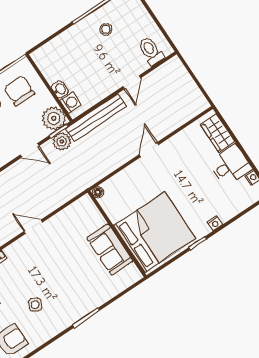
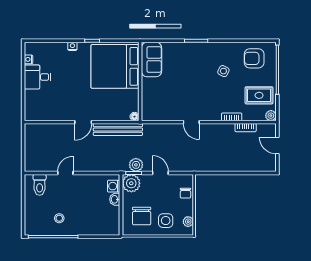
bench: (96, 117) -> (118, 130), moved
wardrobe: (218, 133) -> (32, 103), removed
sofa: (110, 249) -> (151, 60), moved

